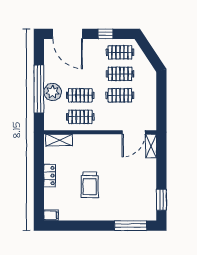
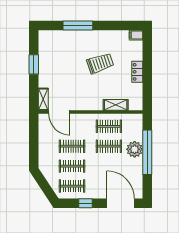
door: (134, 132) -> (59, 112), swing flipped
shelving: (59, 140) -> (116, 105), moved
trolley: (90, 185) -> (100, 63), turned 71
window: (161, 200) -> (34, 64), moved
window: (131, 226) -> (78, 25), moved

